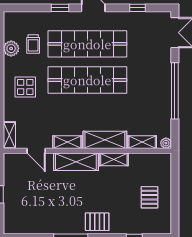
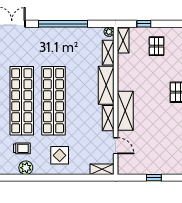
door: (36, 151) -> (116, 146), hinge flipped
shelving: (114, 159) -> (123, 41), moved
window: (175, 183) -> (144, 24), added
pallet: (150, 197) -> (157, 46), turned 90

